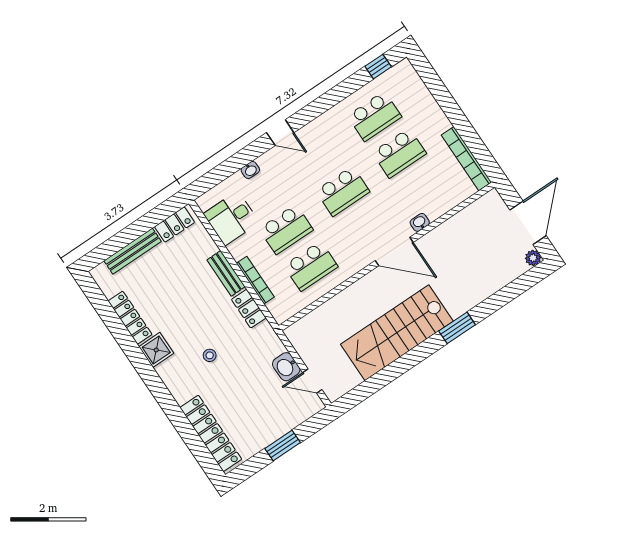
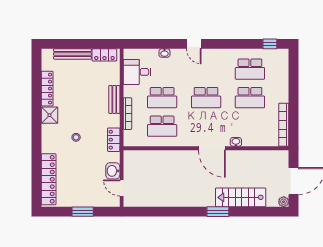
locker: (249, 309) -> (114, 140), moved
stairs: (397, 333) -> (241, 197), moved, width x0.73, depth x0.66

